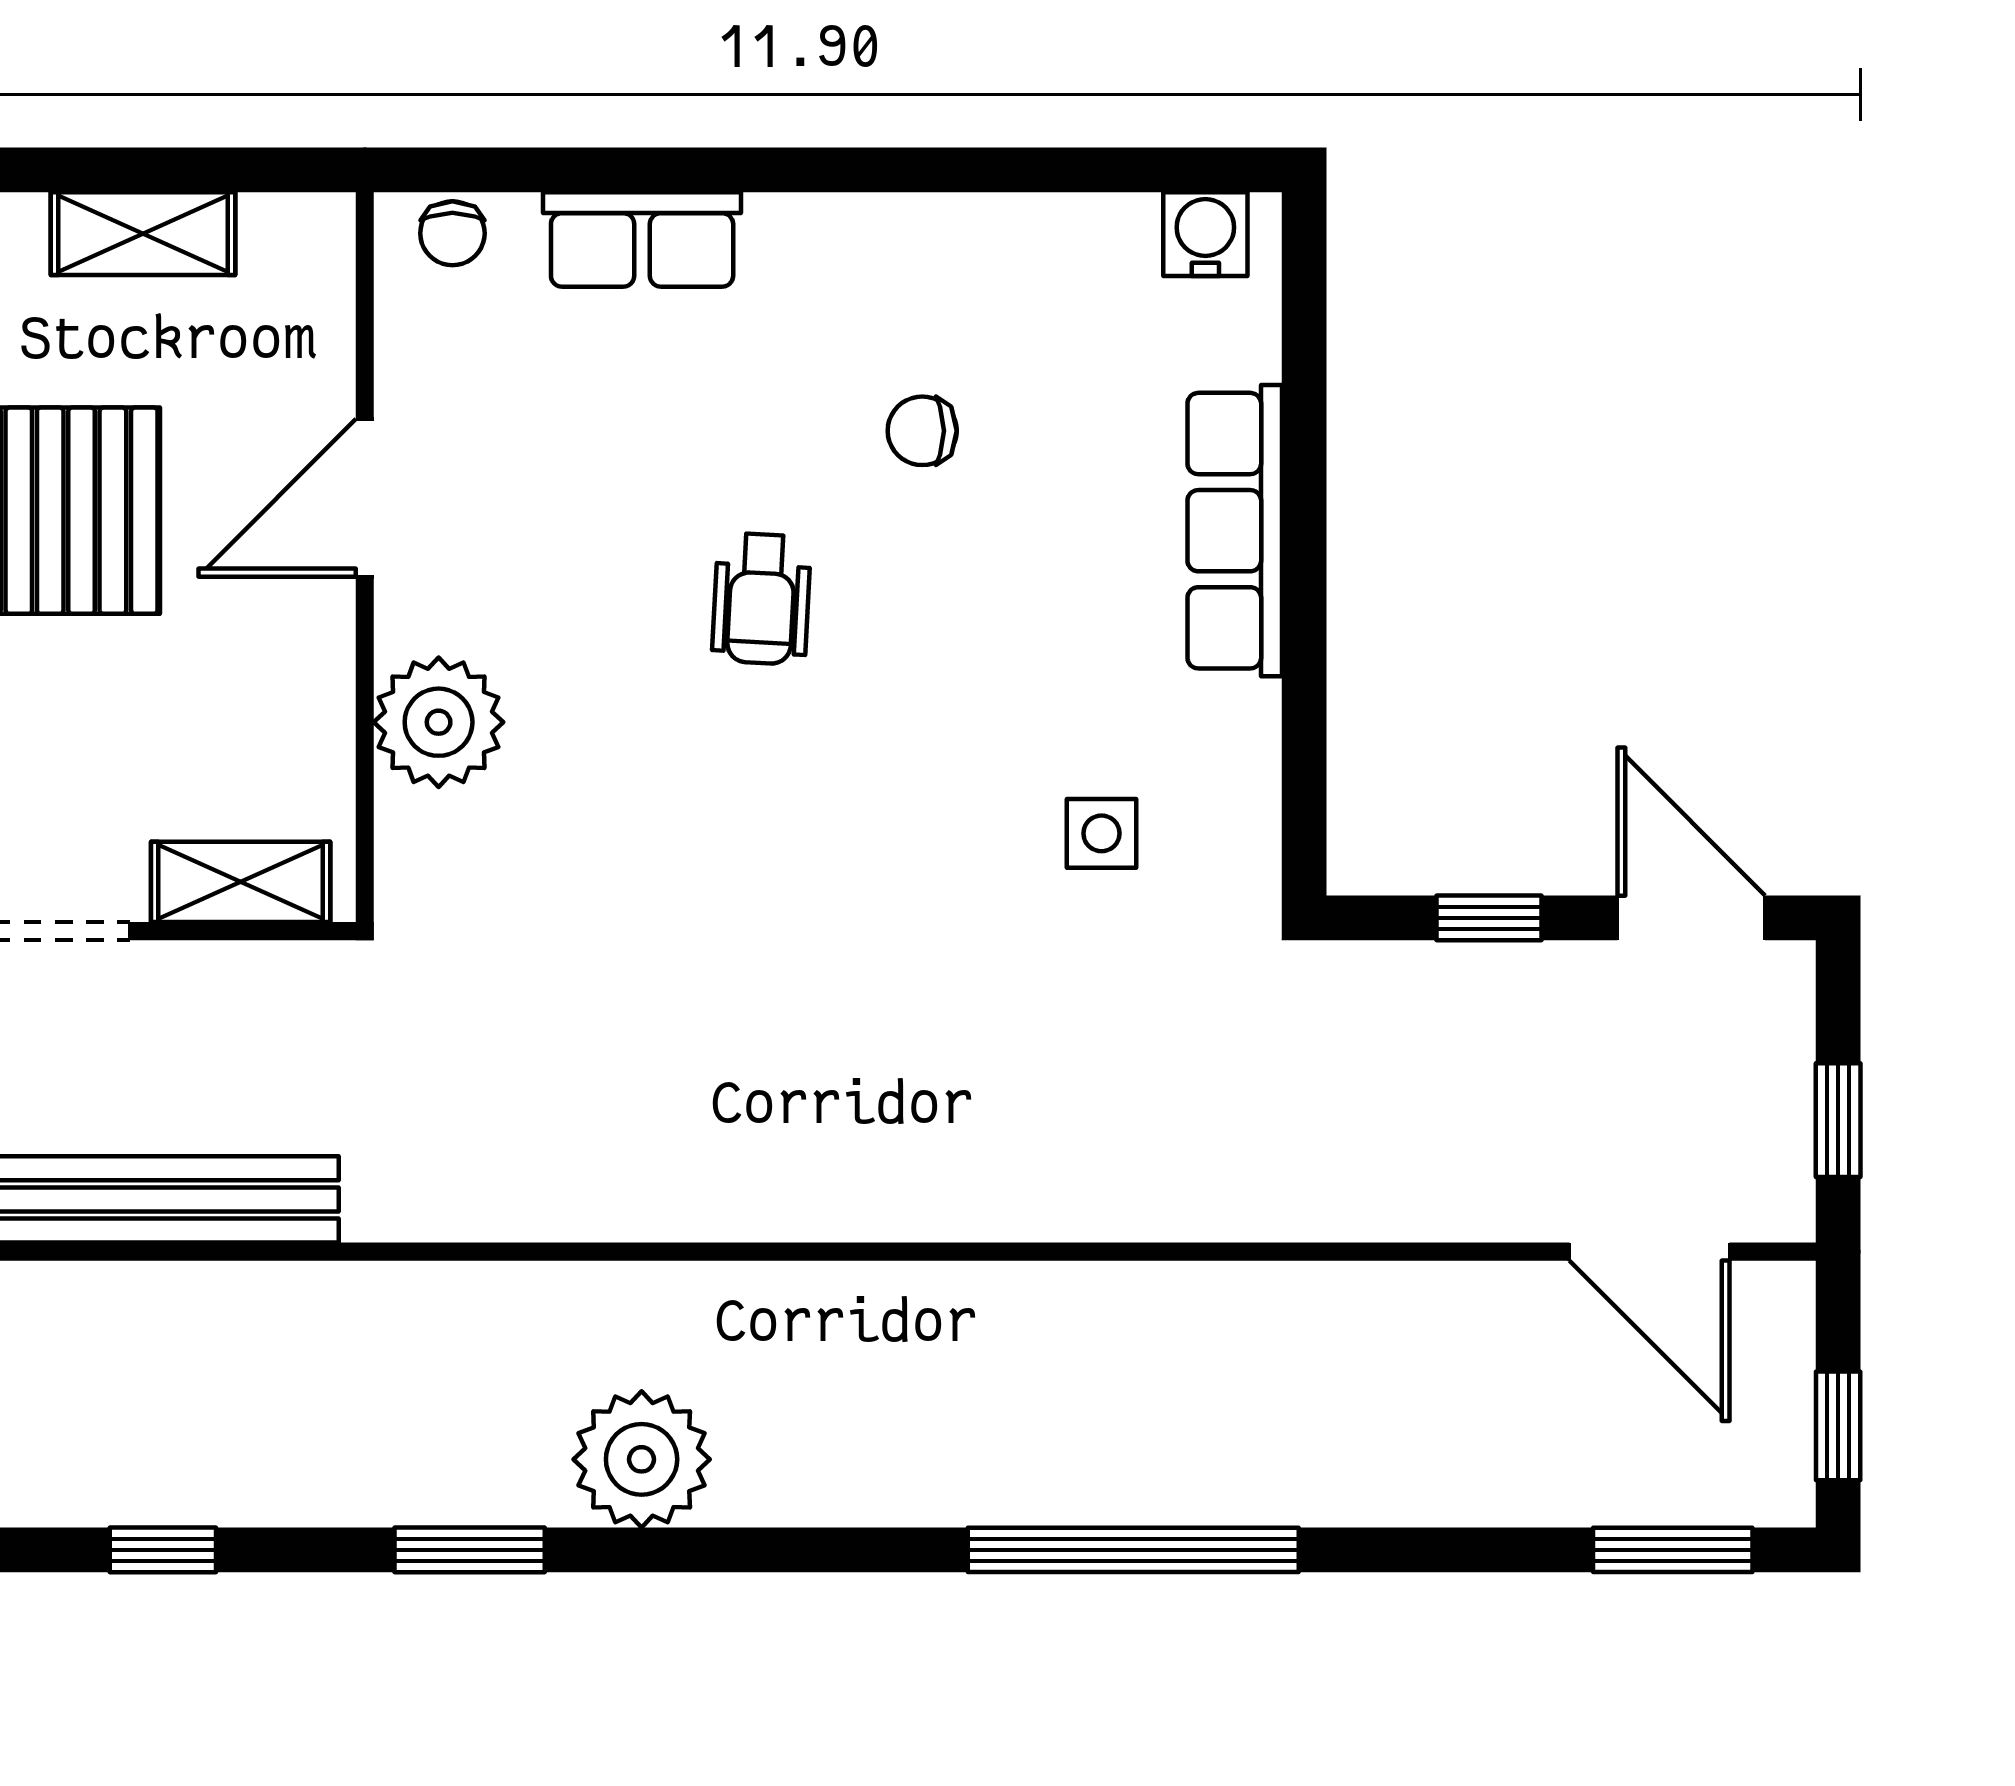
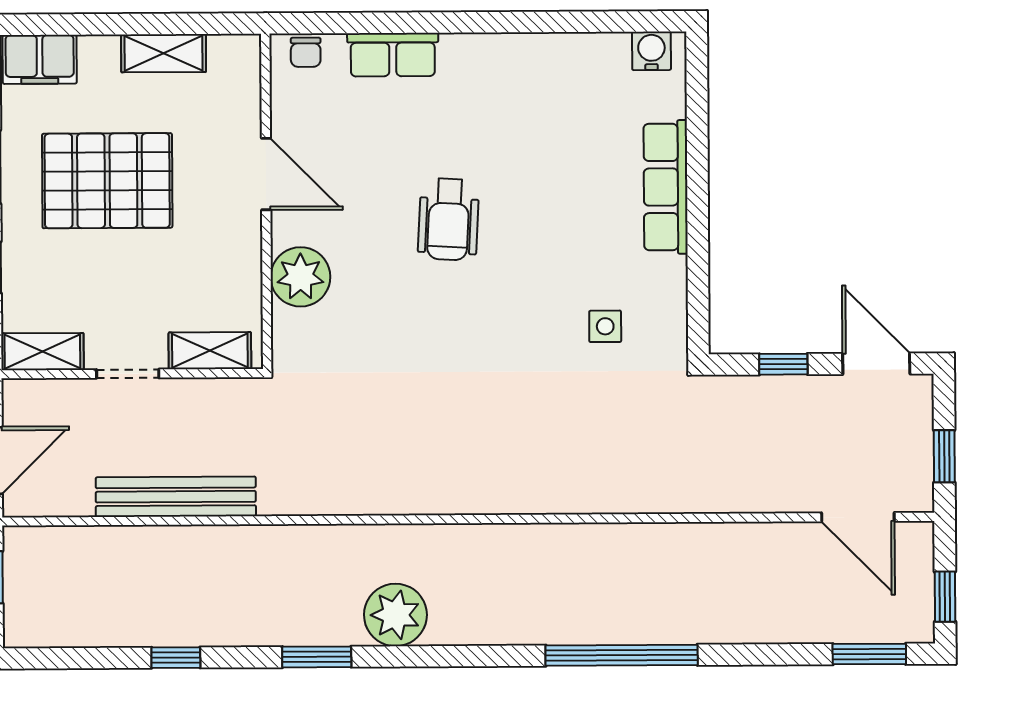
chair: (922, 431) -> (522, 142), removed
door: (365, 498) -> (266, 174), swing flipped
wheelchair: (761, 599) -> (448, 219), width x1.36, depth x1.37

